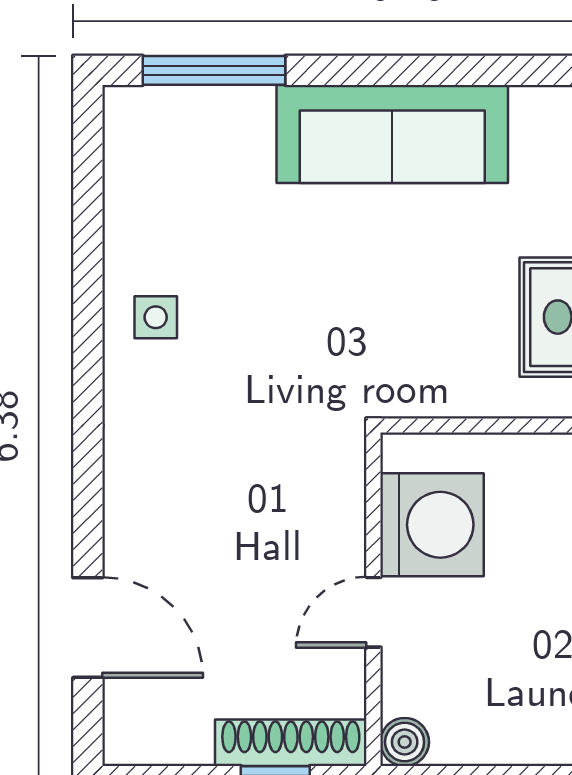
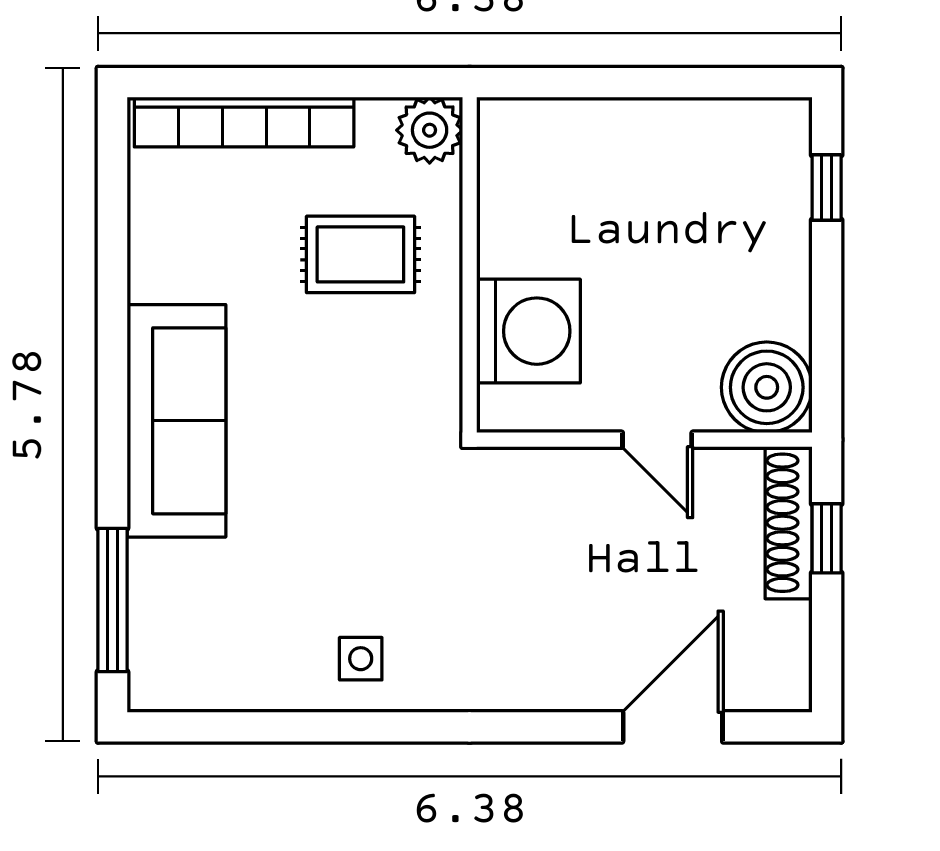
washing machine: (432, 525) -> (528, 331), moved, turned 90
boiler: (405, 742) -> (767, 387), width x1.86, depth x1.86

